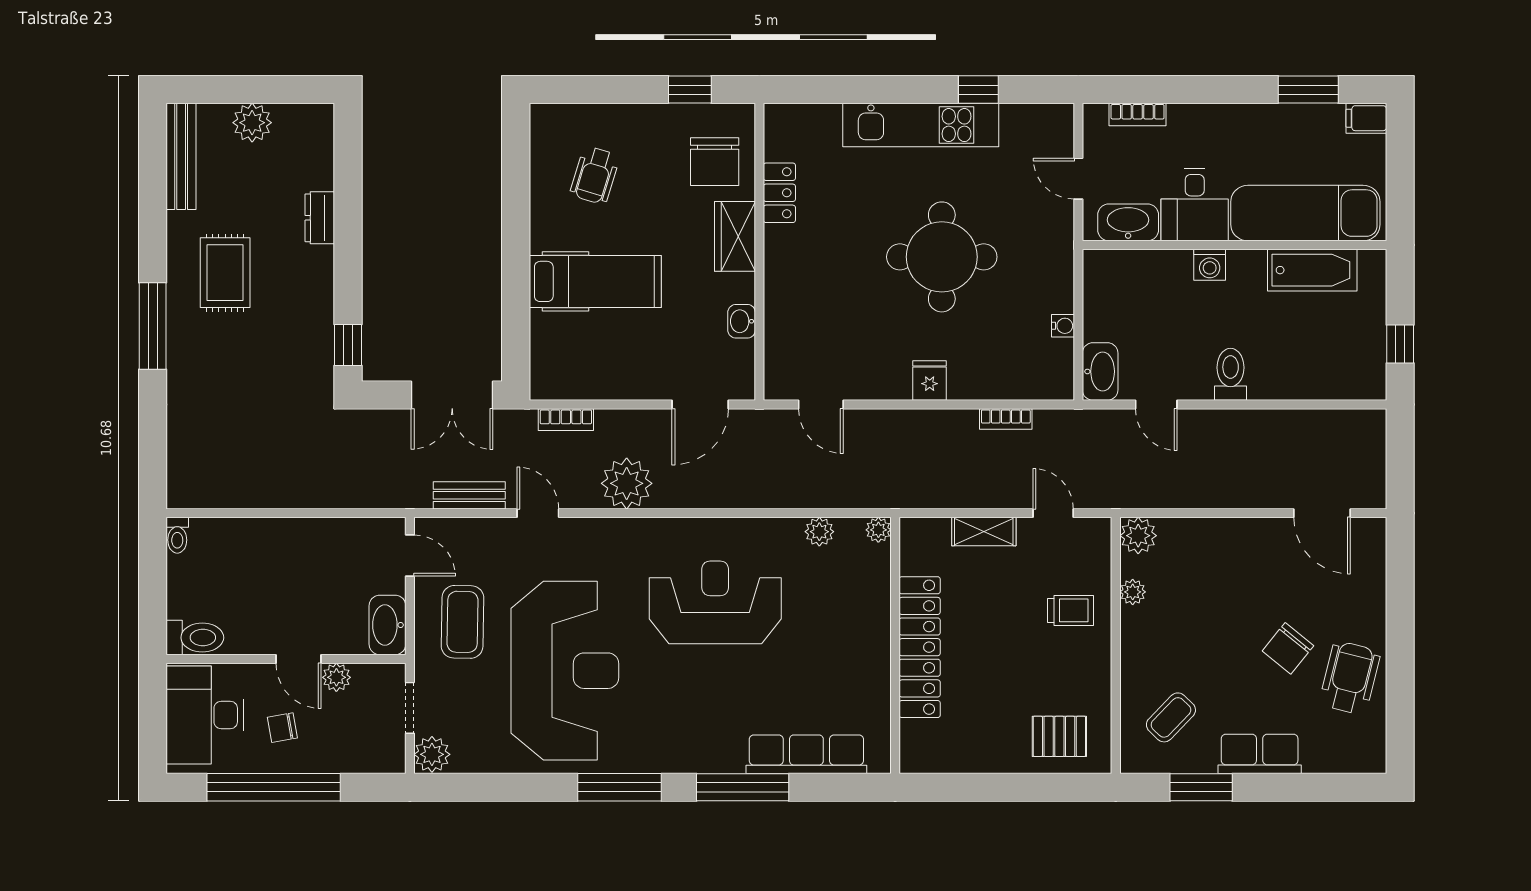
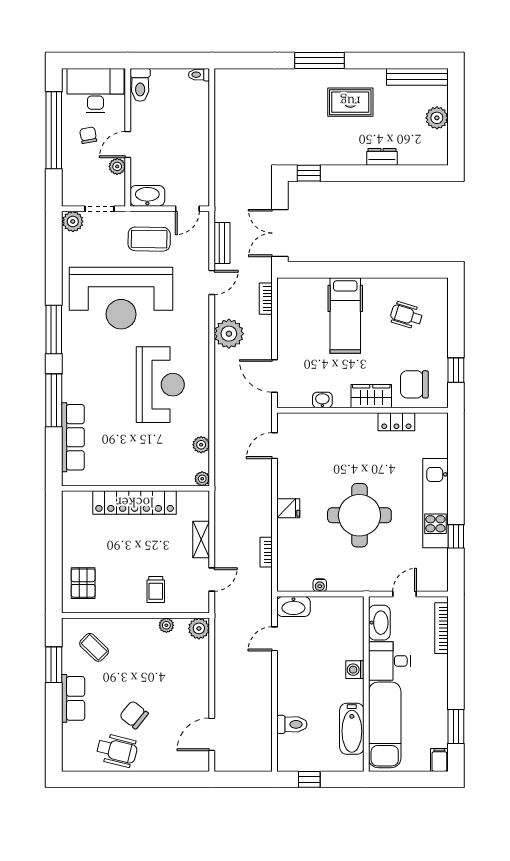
bookcase: (1138, 114) -> (442, 628), width x1.56
toilet: (1231, 374) -> (292, 724), moved

